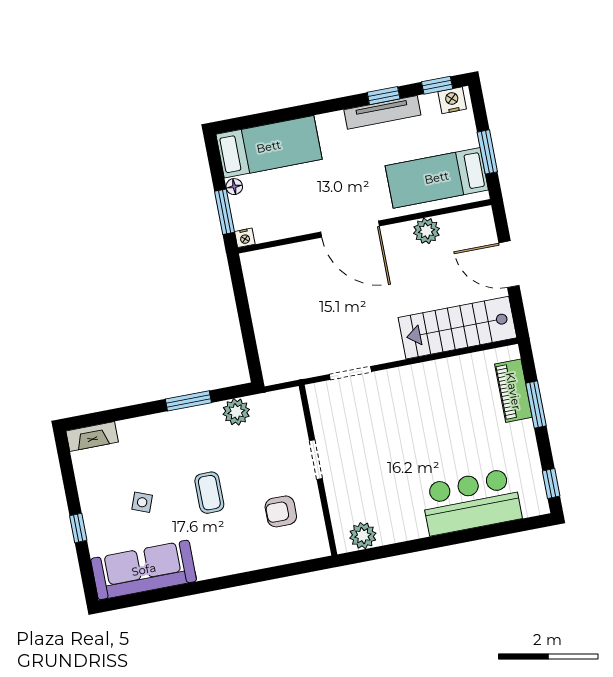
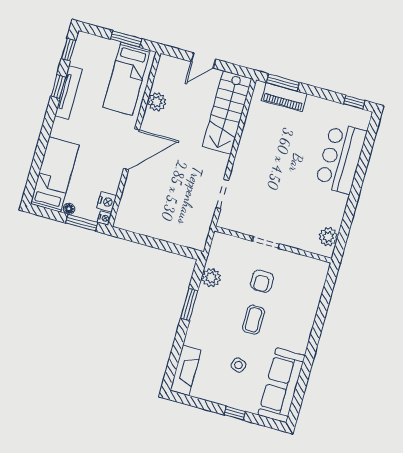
nightstand: (452, 100) -> (107, 202), moved, turned 180
door: (509, 264) -> (203, 60), width x0.73
window: (536, 404) -> (283, 82), moved
fireplace: (92, 436) -> (186, 370), width x1.37, depth x1.32
coffee table: (209, 493) -> (253, 320), turned 90
armchair: (281, 511) -> (262, 281), moved

